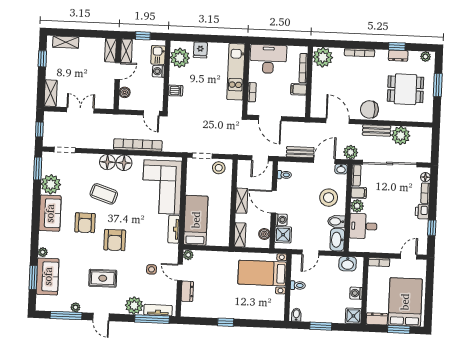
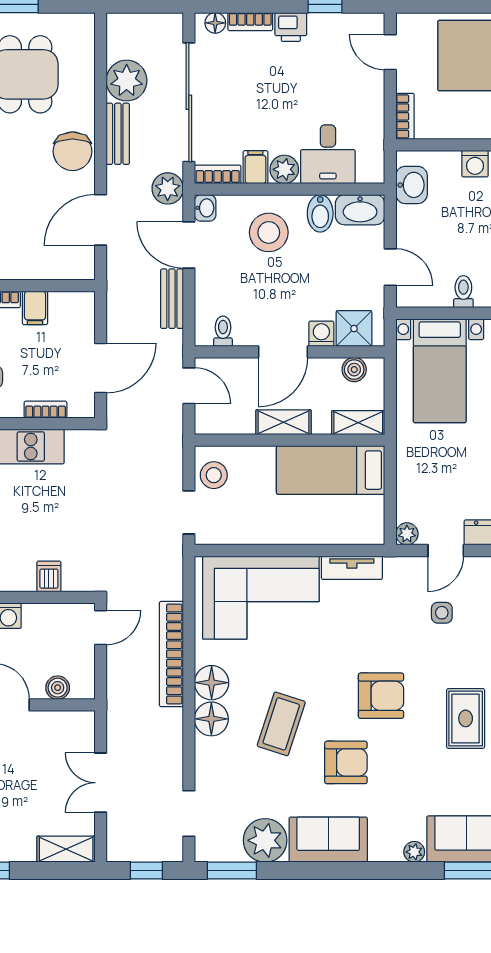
bed: (196, 220) -> (331, 470), moved

